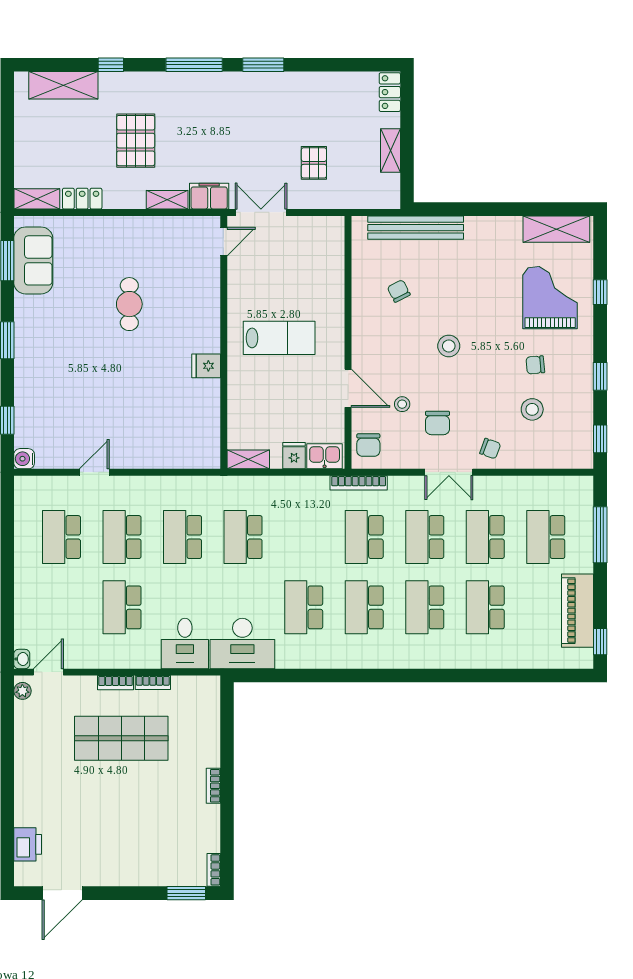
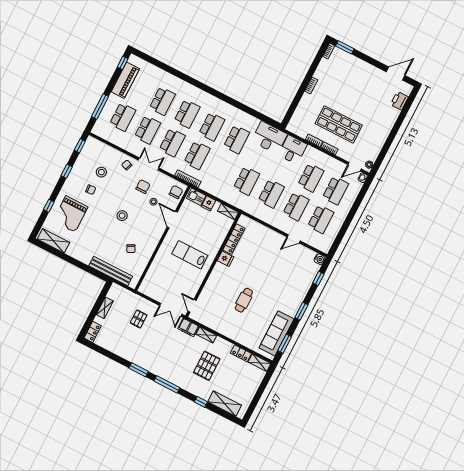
door: (224, 242) -> (192, 306), hinge flipped
sofa: (33, 260) -> (276, 333), width x1.36
locker: (210, 412) -> (234, 239), added
school desk: (62, 607) -> (336, 190), added

